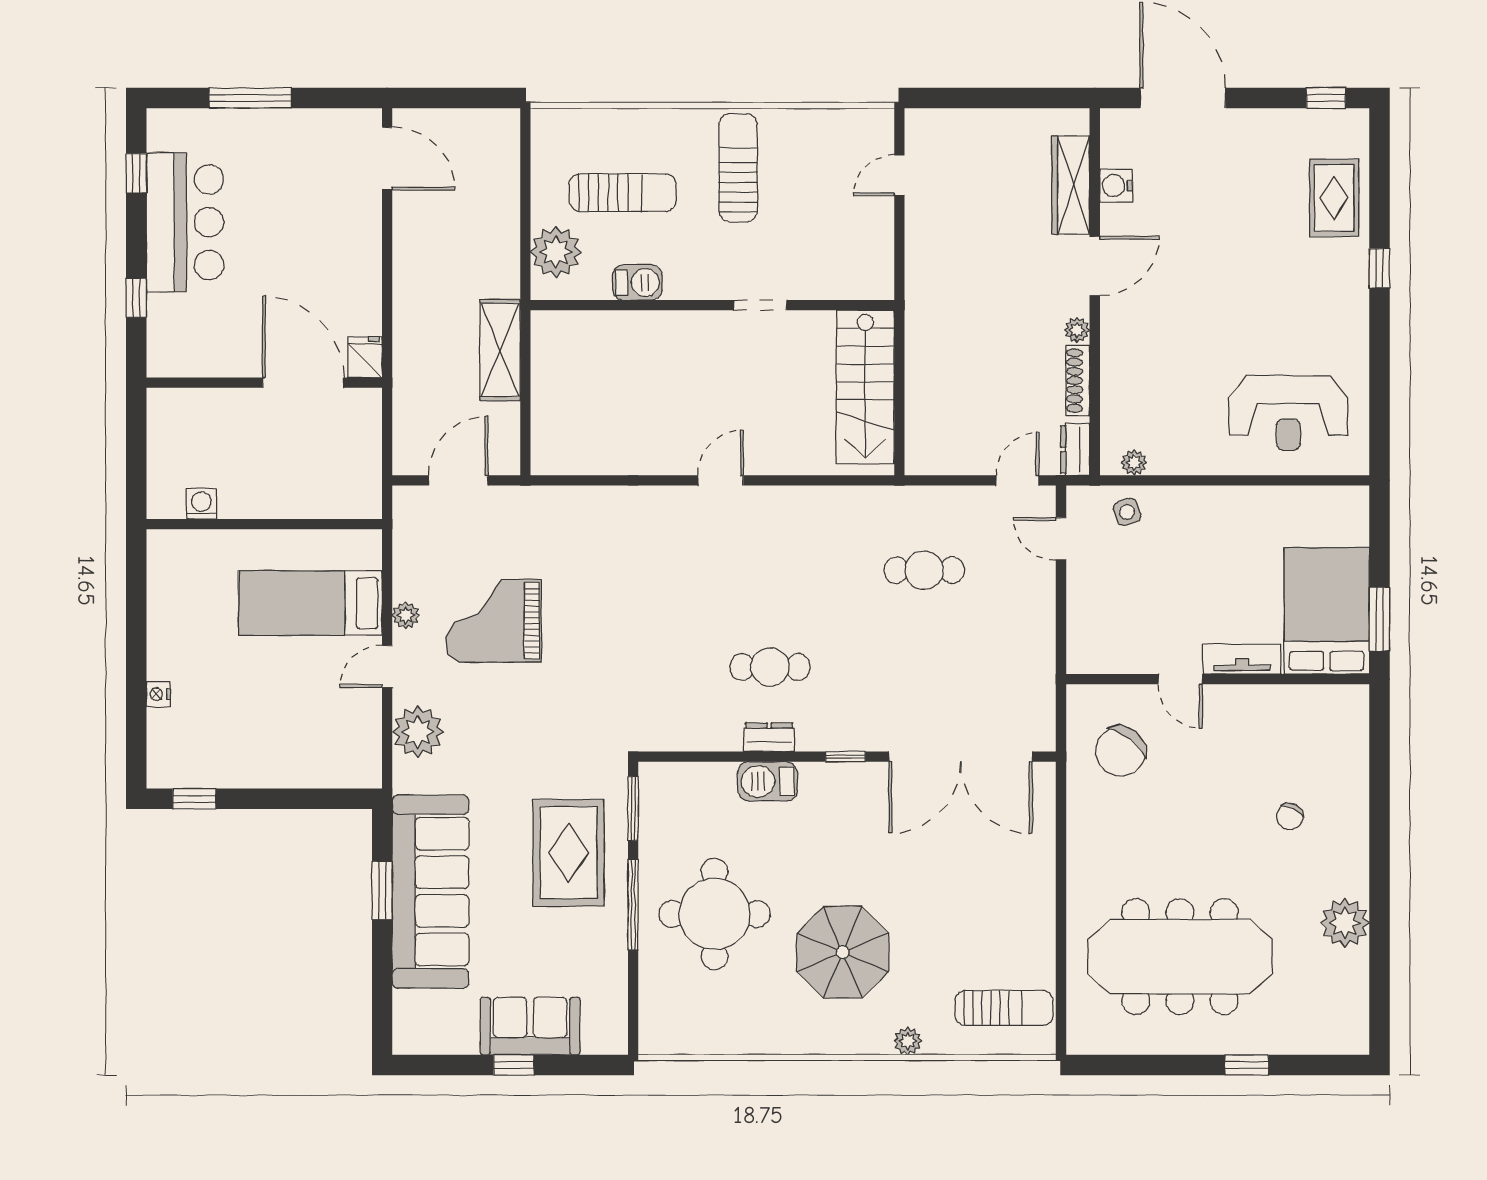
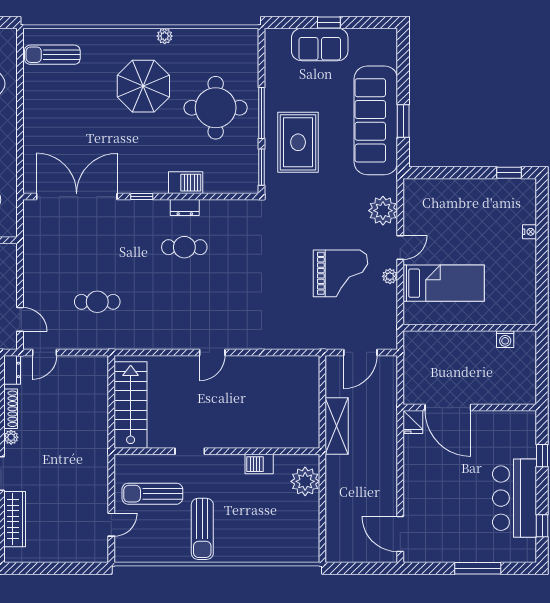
sun lounger: (623, 193) -> (152, 494), moved
plant: (908, 1041) -> (165, 36), moved

